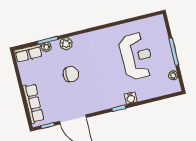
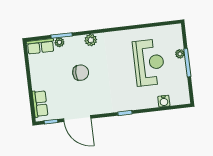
plant: (66, 44) -> (91, 40), moved
plant: (173, 75) -> (180, 54), moved
water cooler: (131, 98) -> (164, 101), moved
row of seats: (33, 103) -> (40, 104), width x0.68

